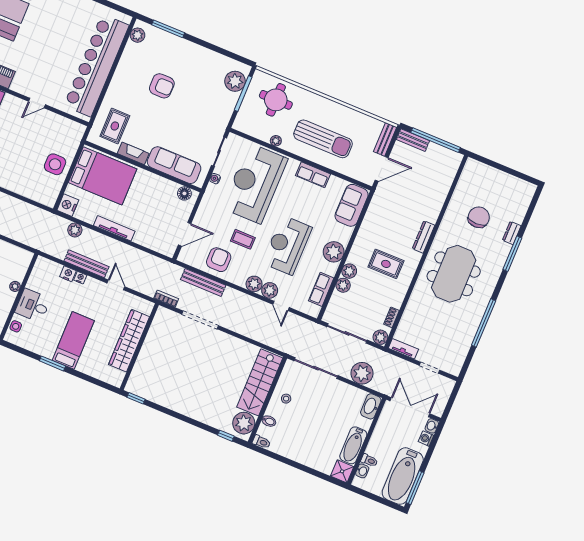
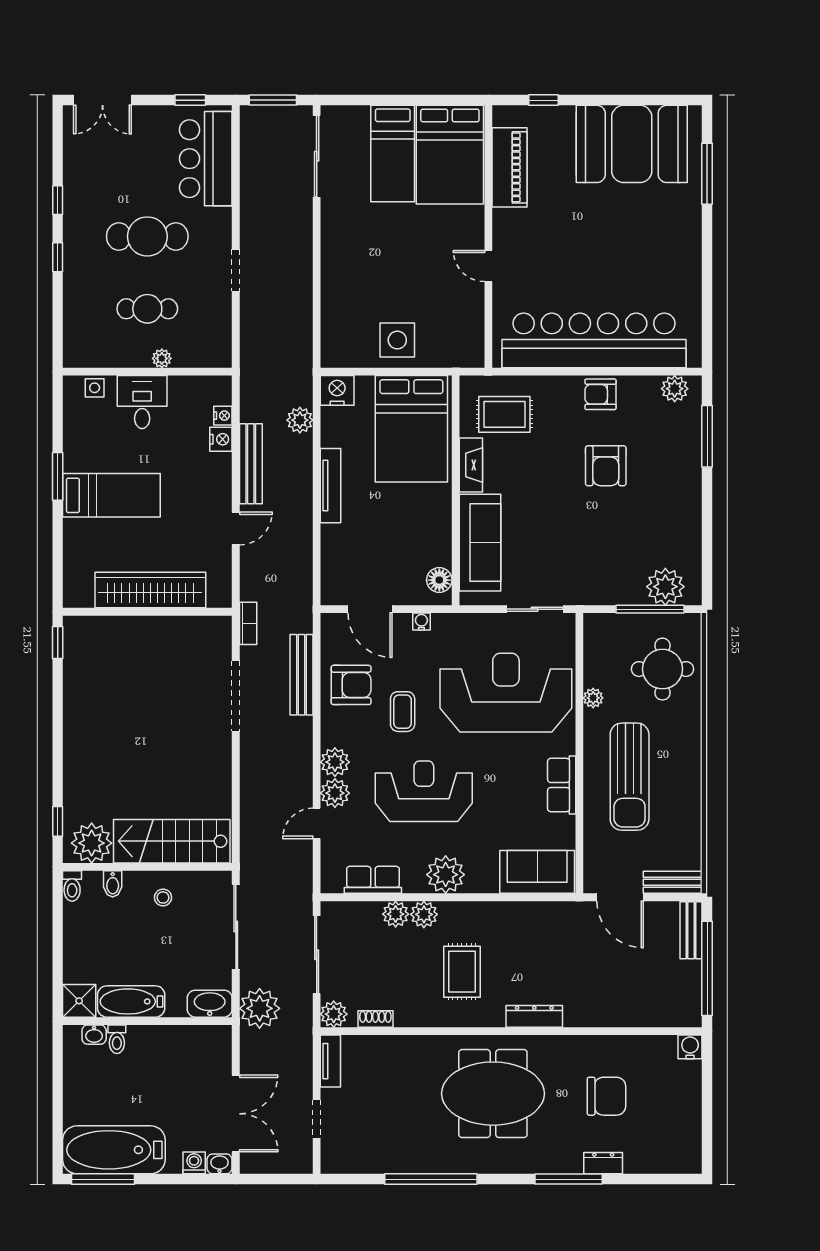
armchair: (125, 74) -> (600, 394), added
water cooler: (471, 165) -> (690, 1047), added
water cooler: (215, 179) -> (421, 622), moved
nightstand: (80, 278) -> (223, 416), moved
washbasin: (371, 406) -> (210, 1004), moved
wall: (367, 441) -> (147, 1021), moved
bathtub: (353, 445) -> (131, 1001), moved
toilet: (369, 460) -> (117, 1039), moved
shower: (342, 471) -> (79, 1001), moved
washbasin: (362, 471) -> (94, 1035), moved

